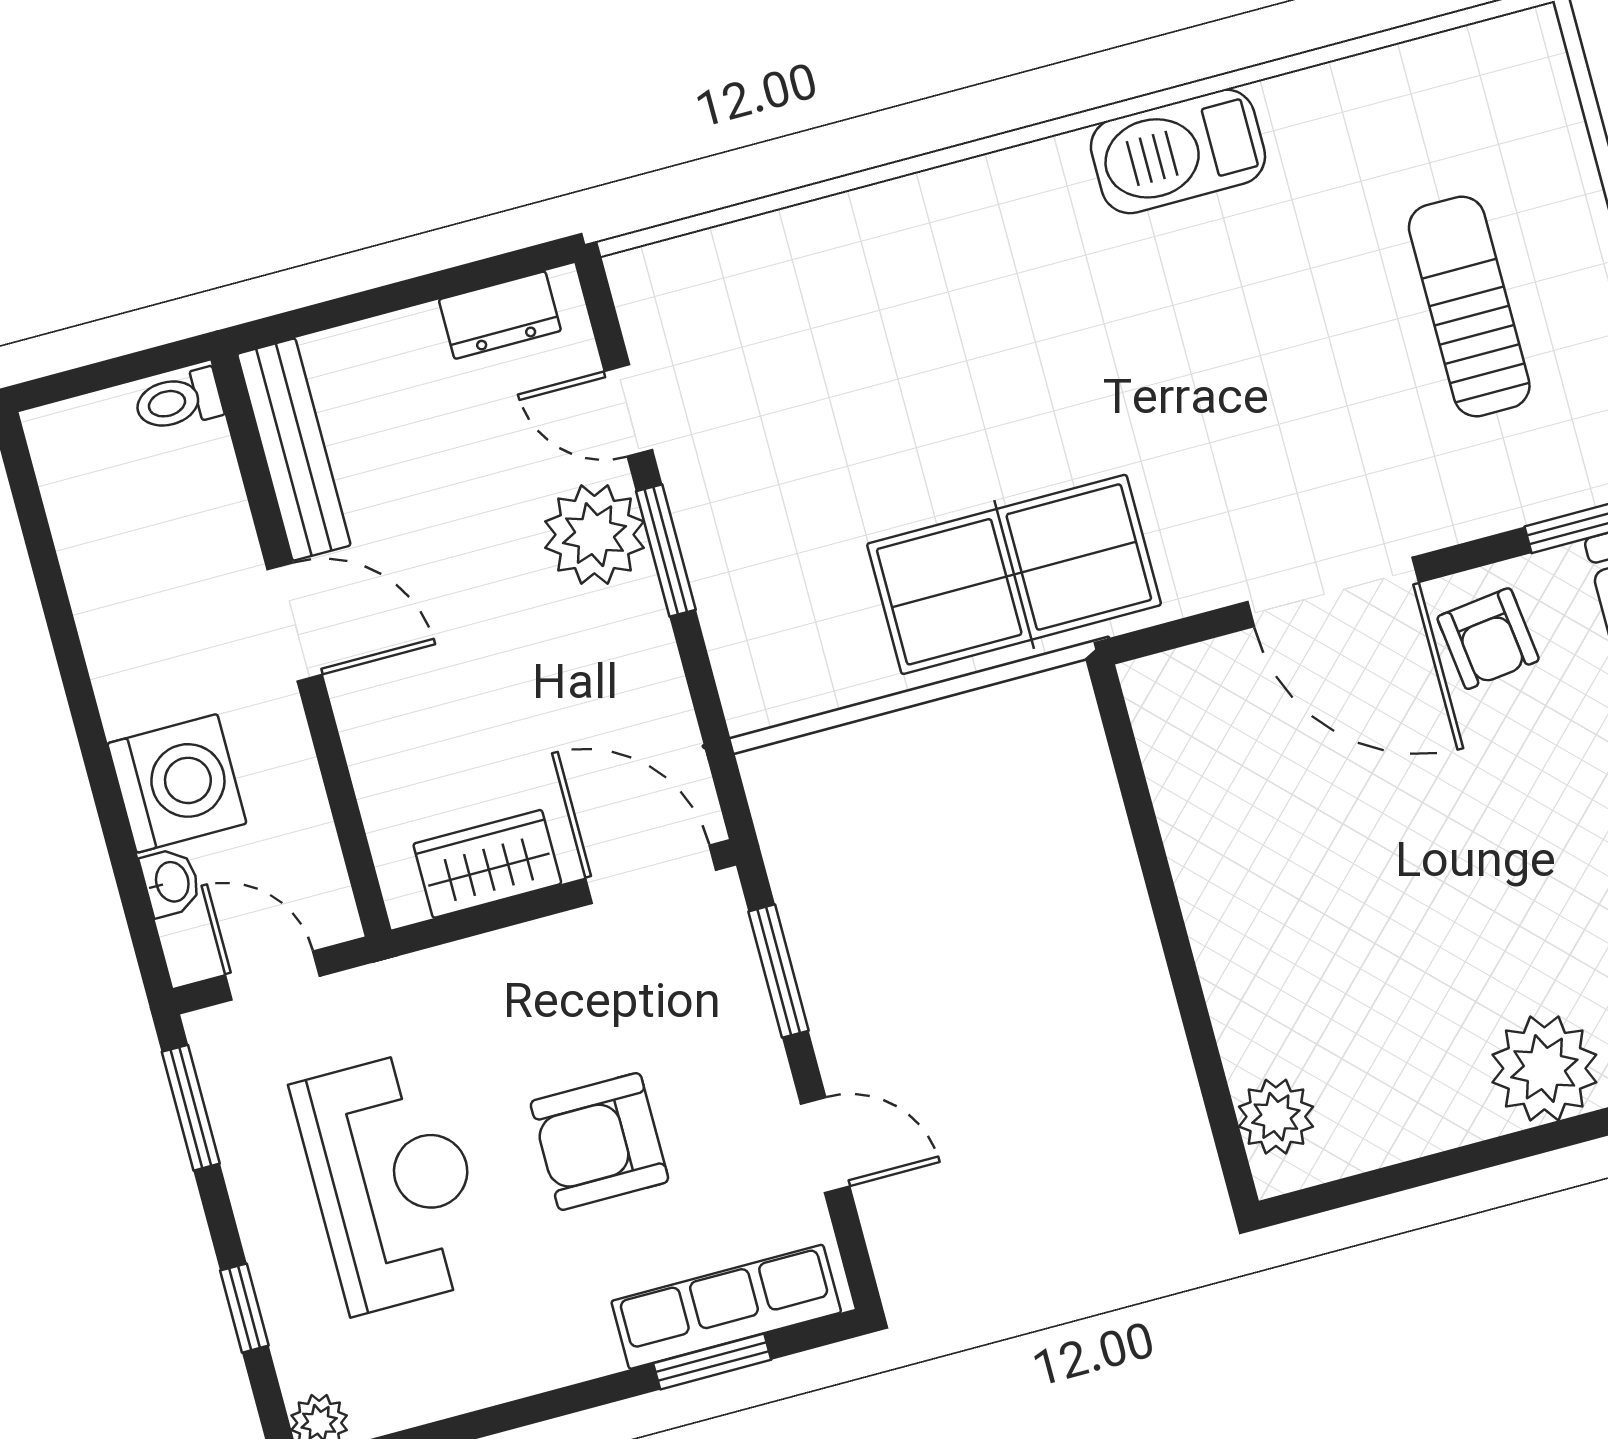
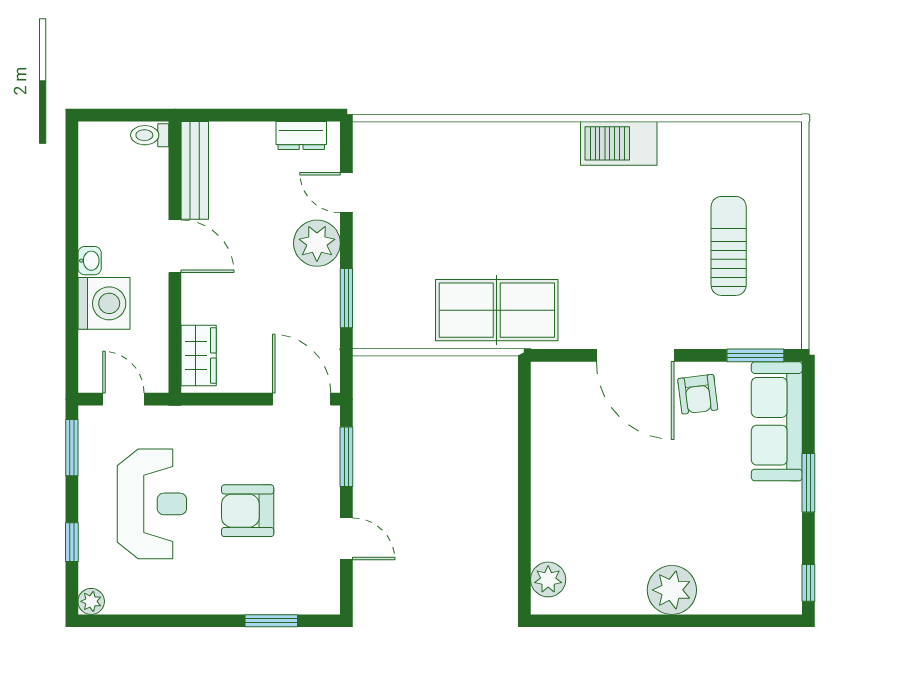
window: (666, 550) -> (346, 298), moved
wardrobe: (487, 864) -> (199, 355), moved, turned 90
washbasin: (171, 882) -> (90, 261), moved
row of seats: (726, 1307) -> (284, 598), removed

